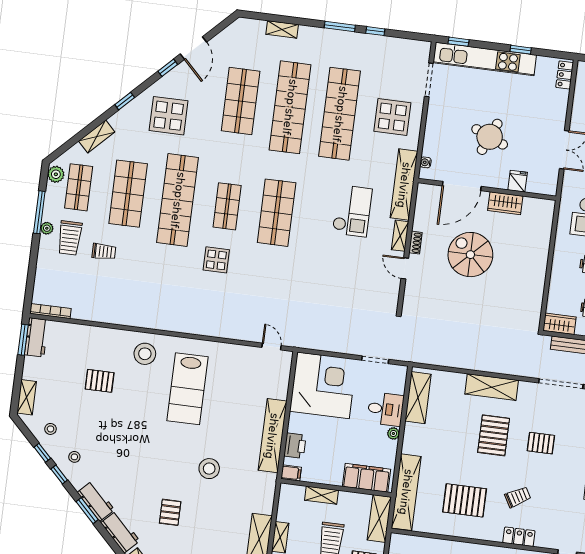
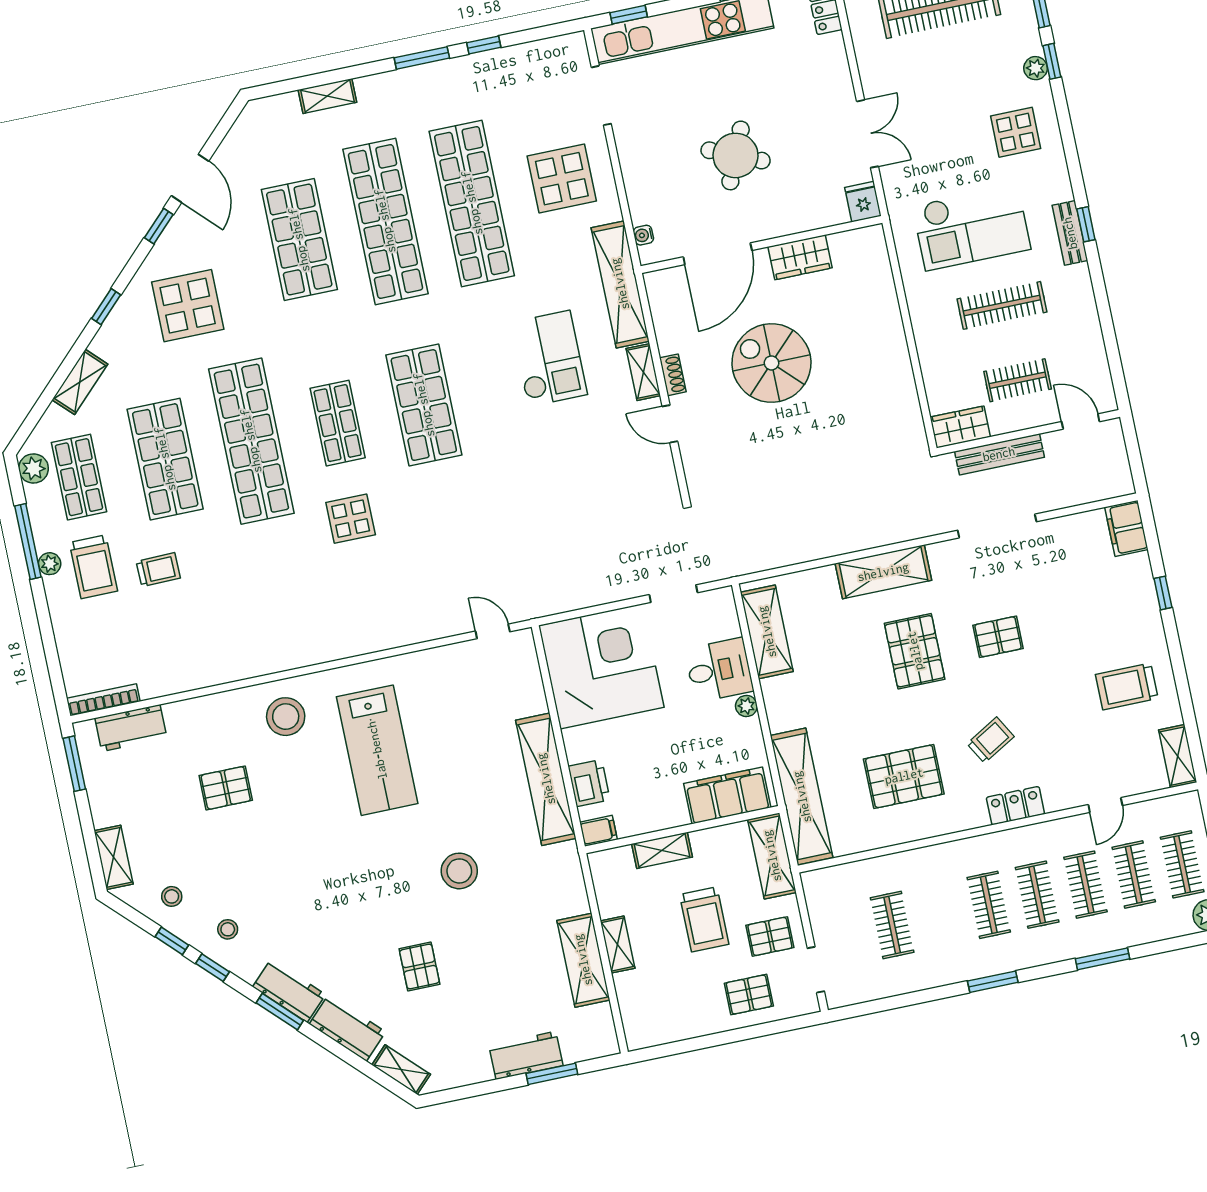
fridge: (518, 181) -> (863, 202), moved
workbench: (36, 337) -> (131, 728), moved, turned 90

